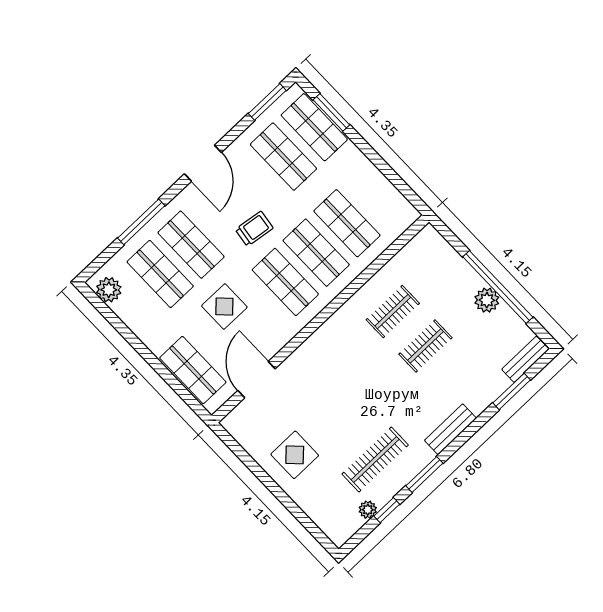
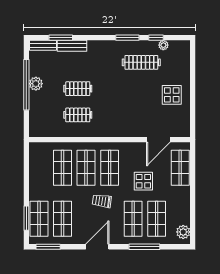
bench: (450, 429) -> (72, 46), moved

